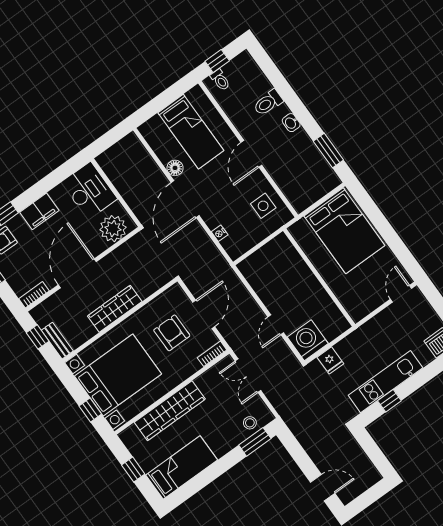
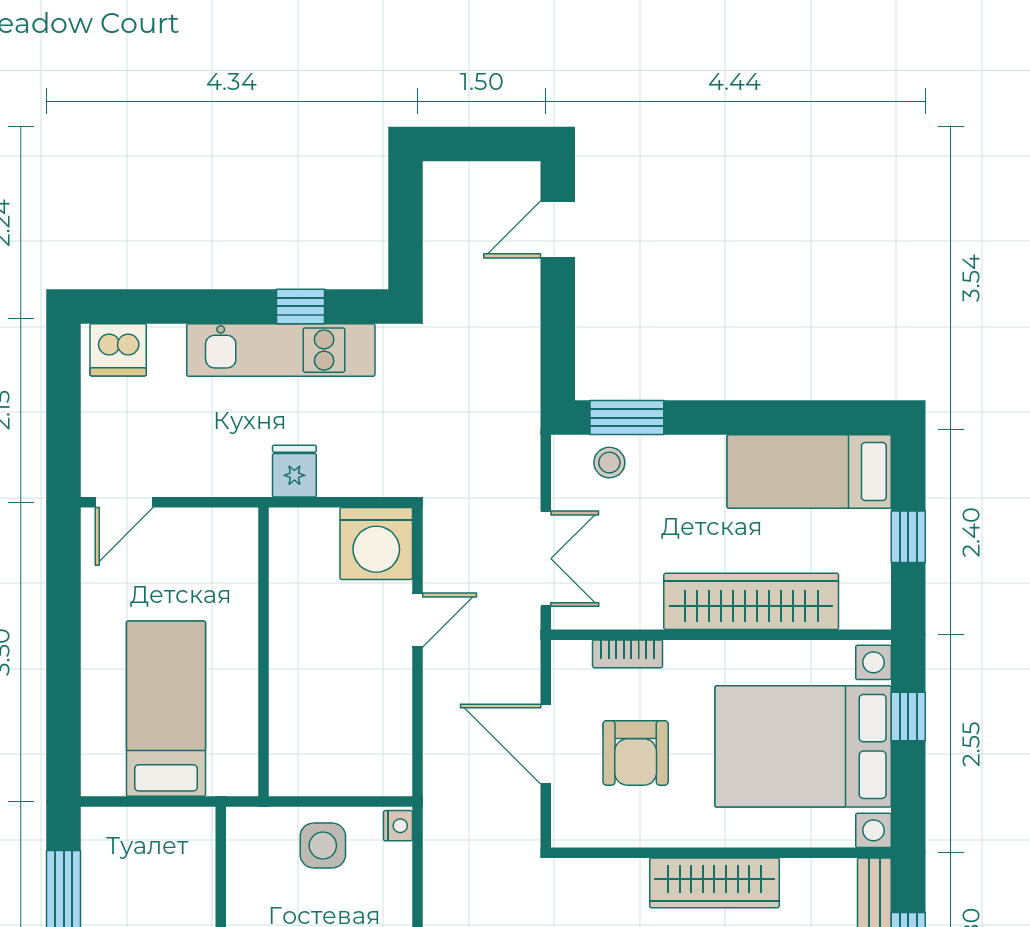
side table: (263, 206) -> (323, 845), moved
bed: (344, 231) -> (166, 709), width x0.67
nightstand: (220, 233) -> (398, 826), moved
door: (204, 314) -> (546, 744), hinge flipped
bookcase: (212, 354) -> (628, 654), moved
fridge: (330, 360) -> (294, 471), moved
door: (323, 488) -> (558, 229), hinge flipped

